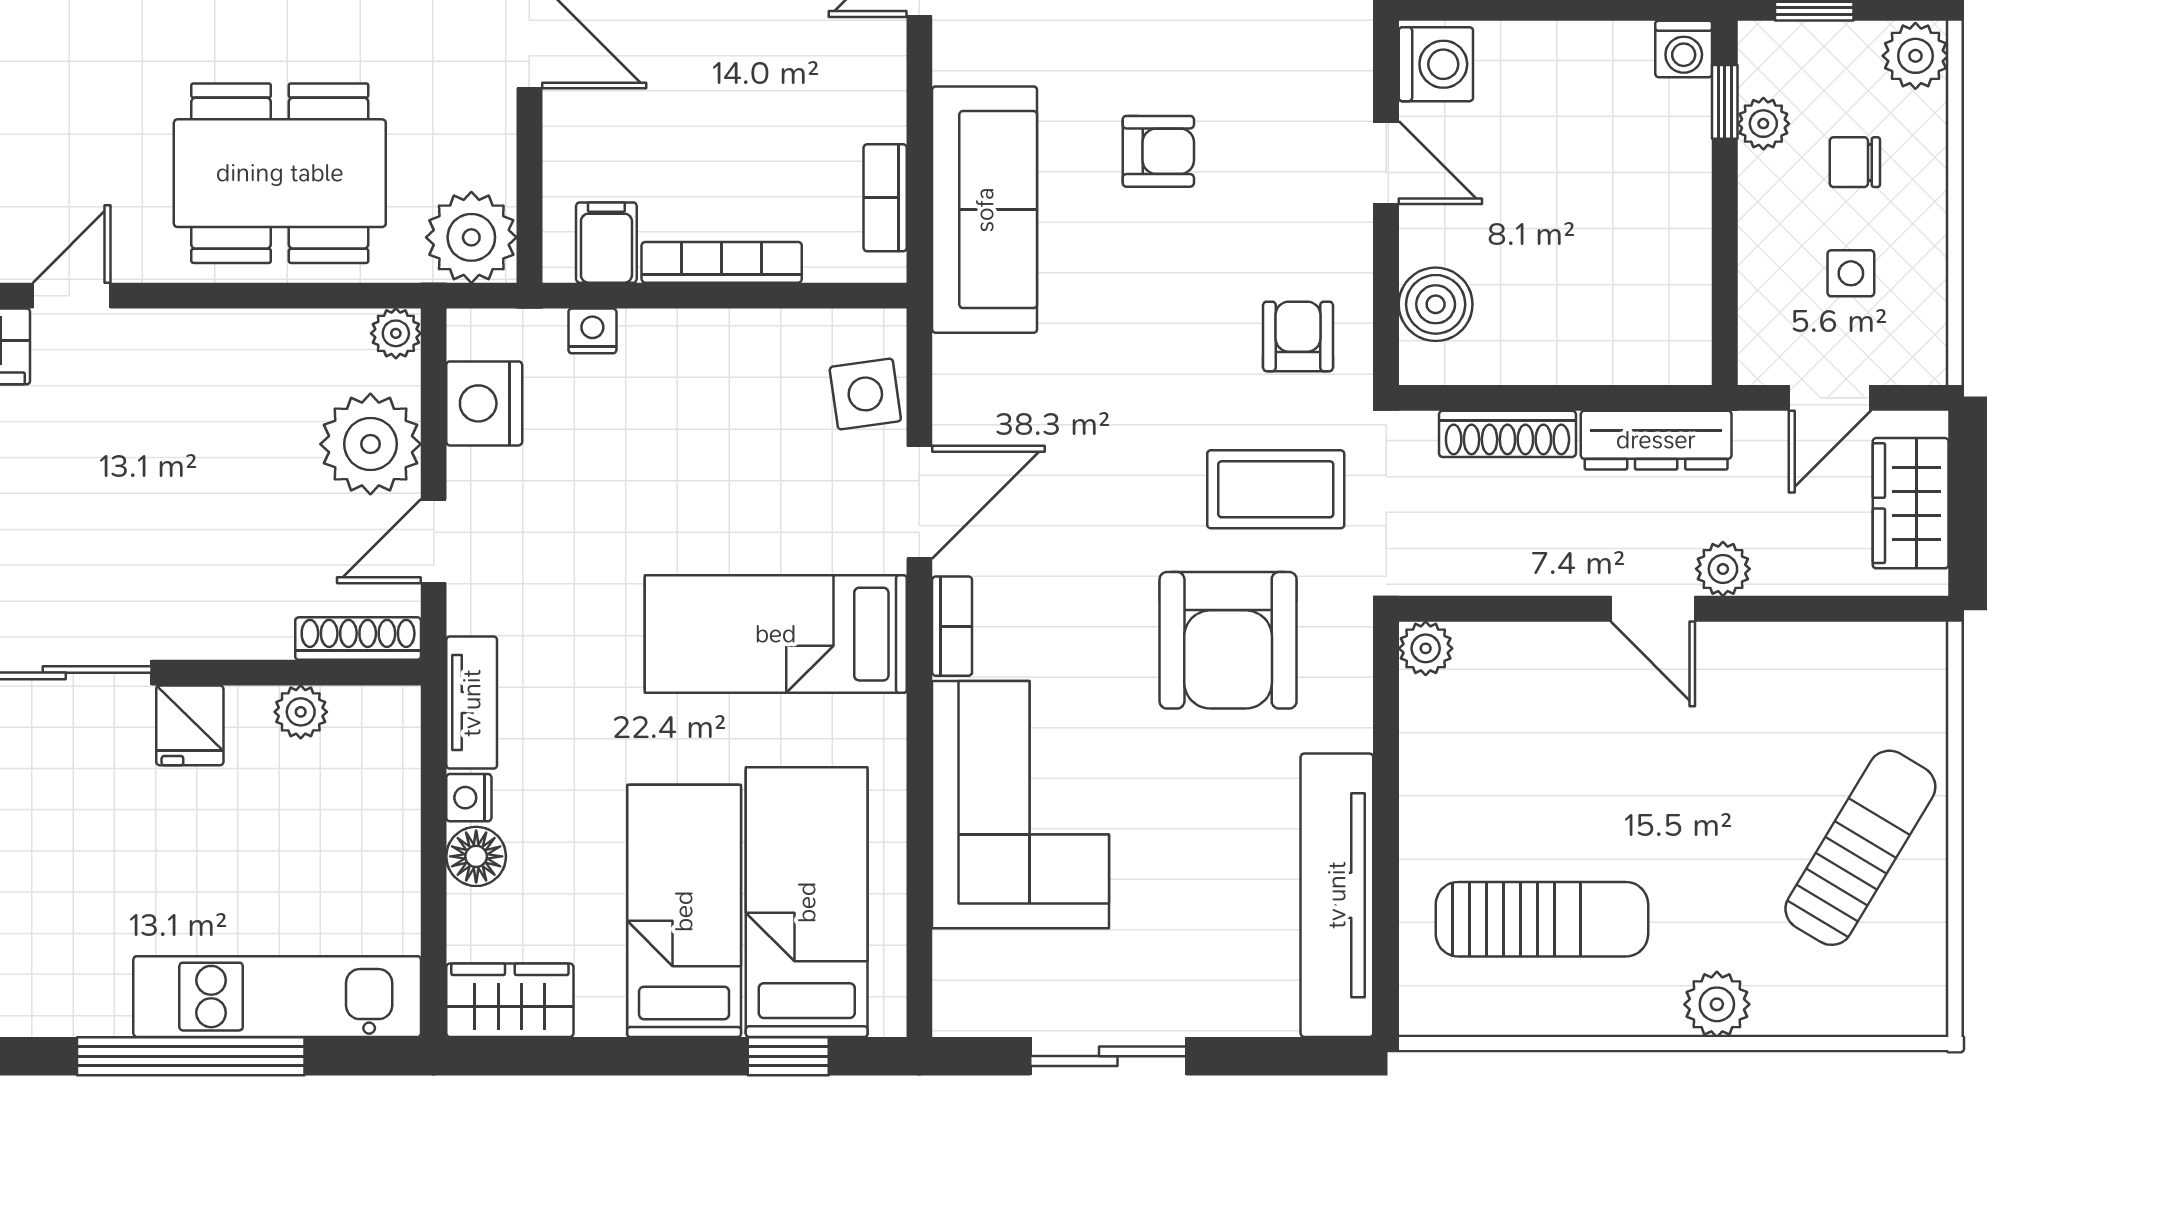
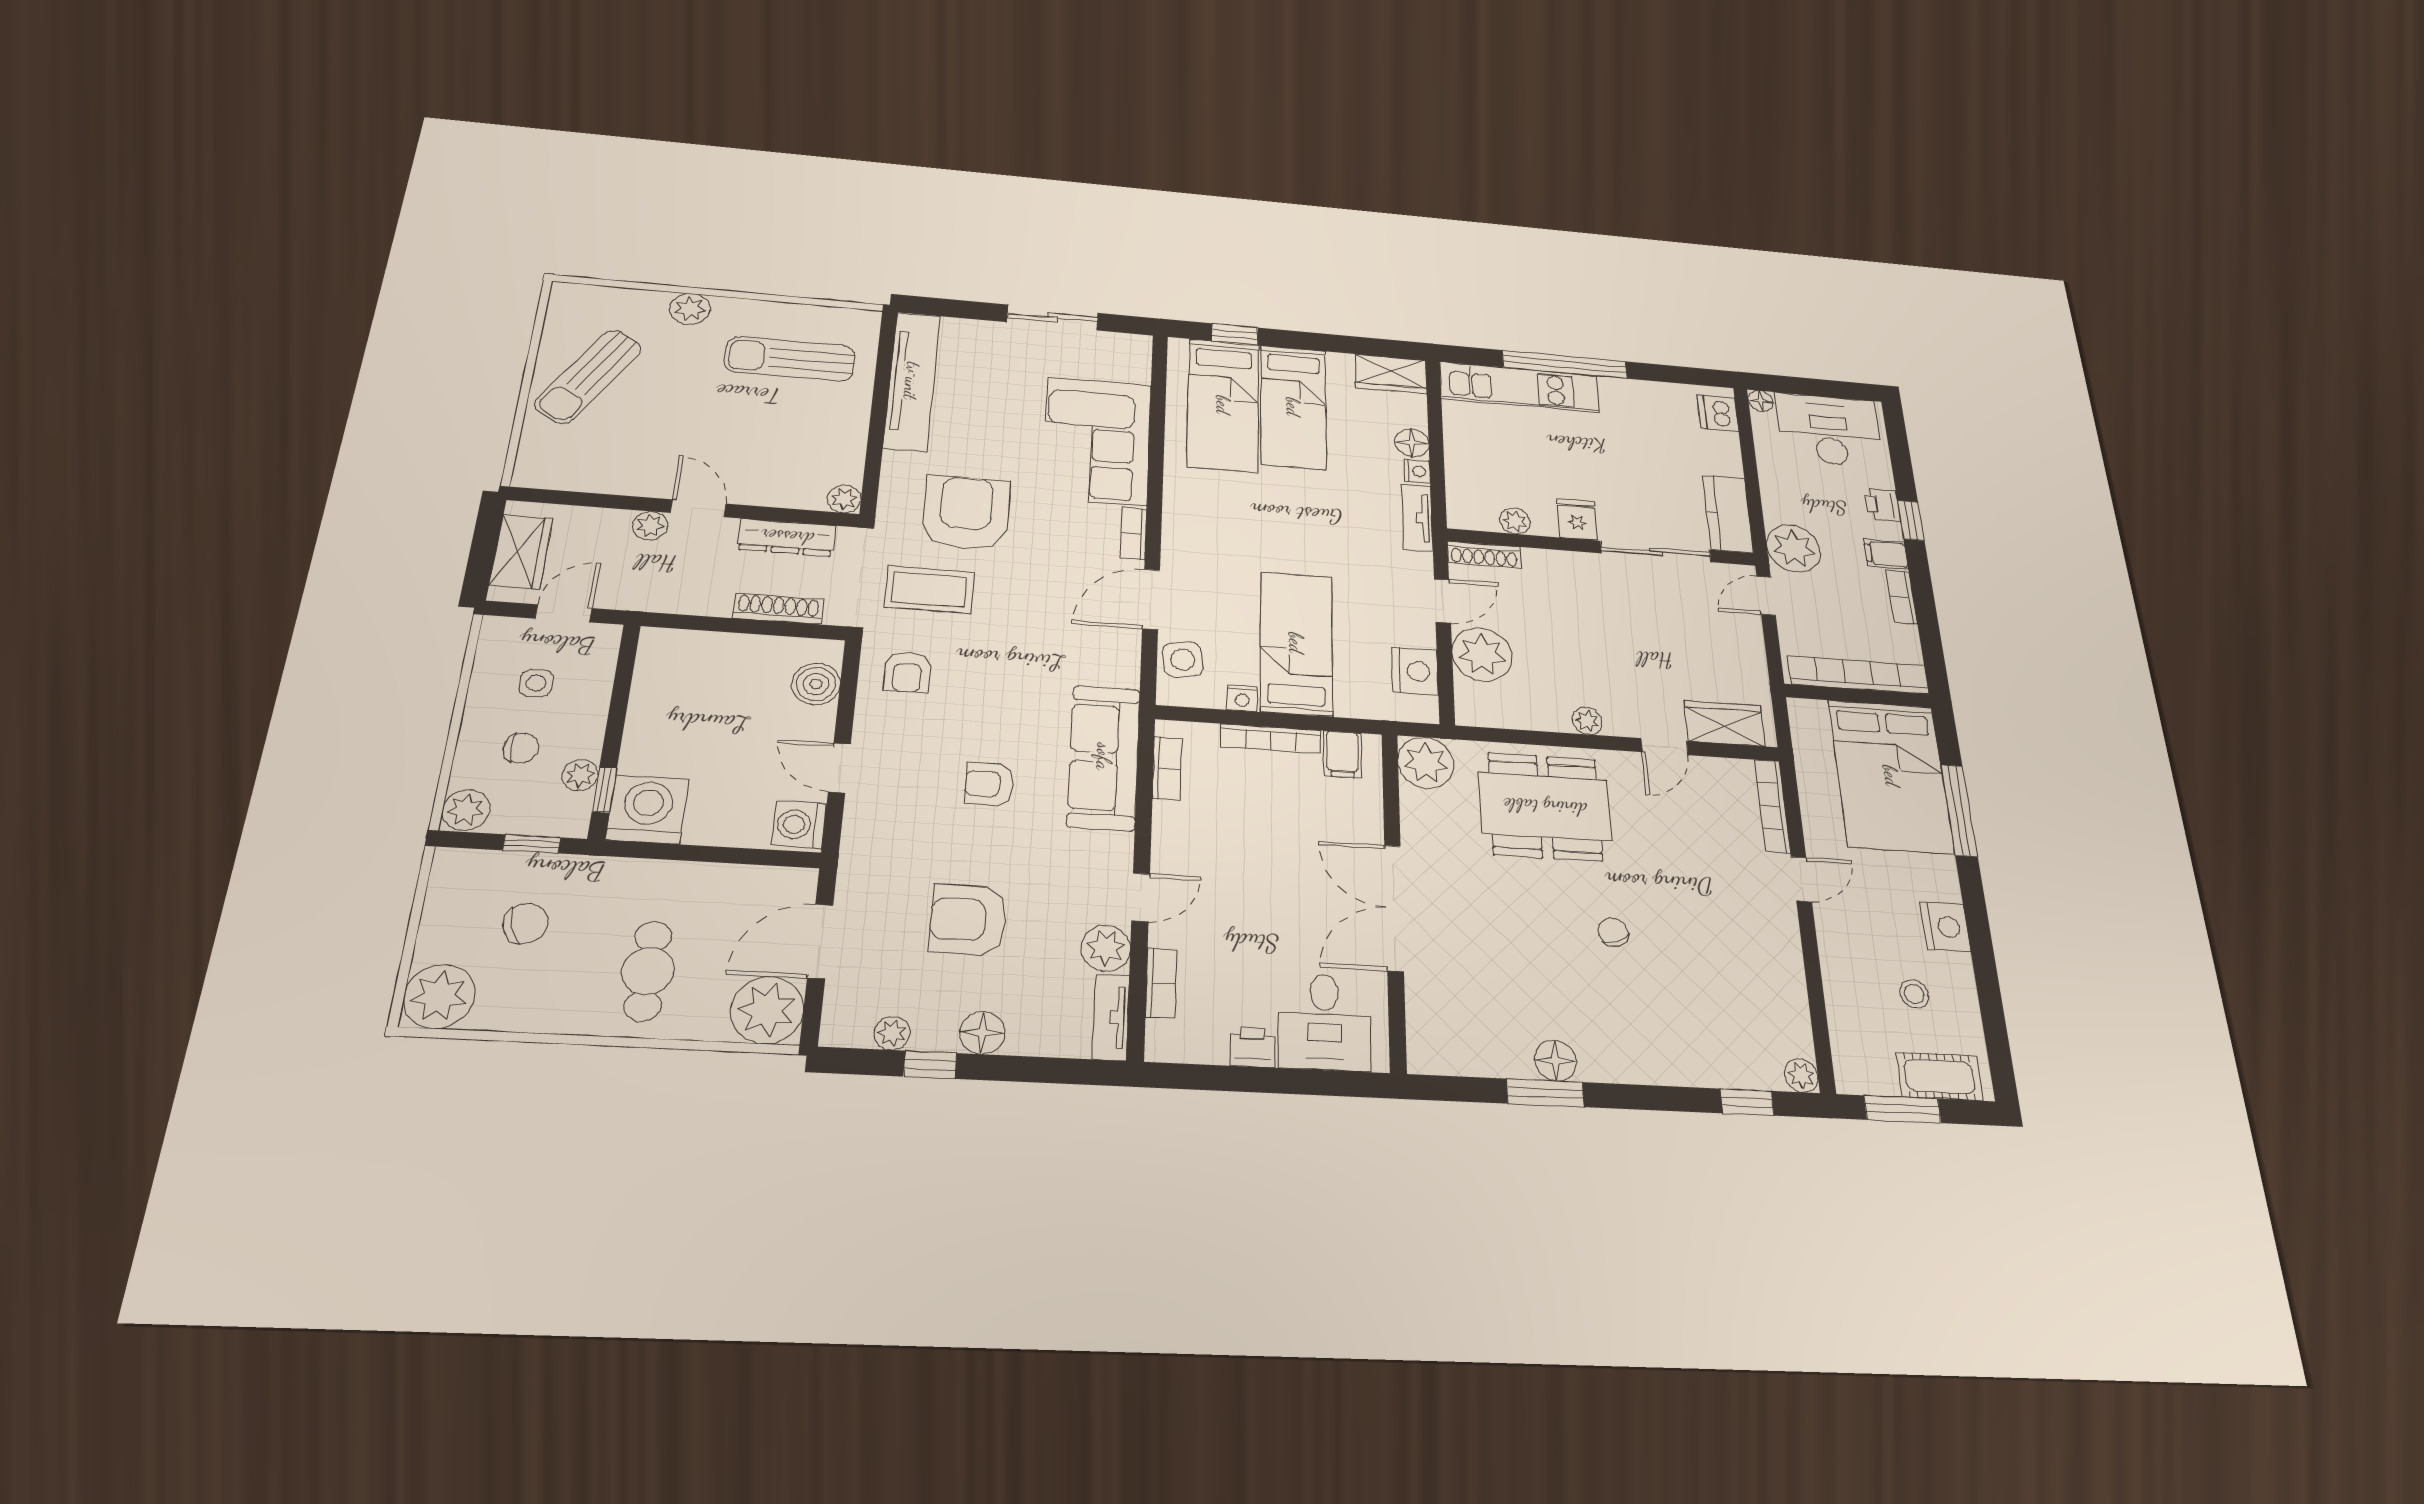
washing machine: (1684, 49) -> (647, 809), width x1.89, depth x1.89
nightstand: (592, 331) -> (1242, 698), moved
plant: (396, 333) -> (1587, 721), moved
dresser: (1656, 440) -> (787, 537), moved, turned 180
bed: (776, 634) -> (1296, 643), moved, turned -90

